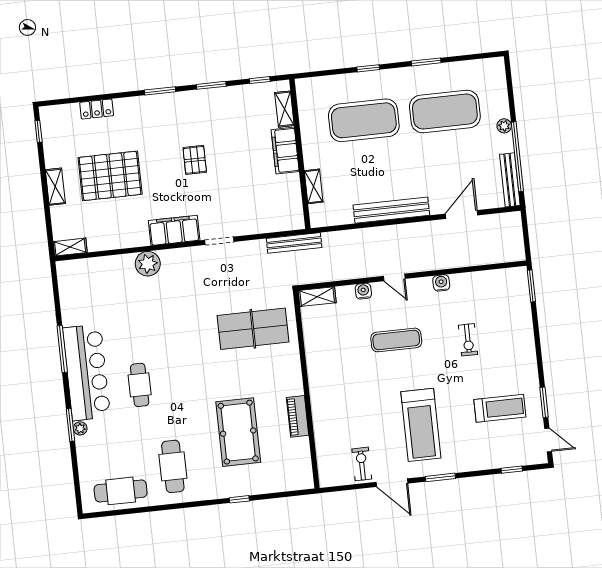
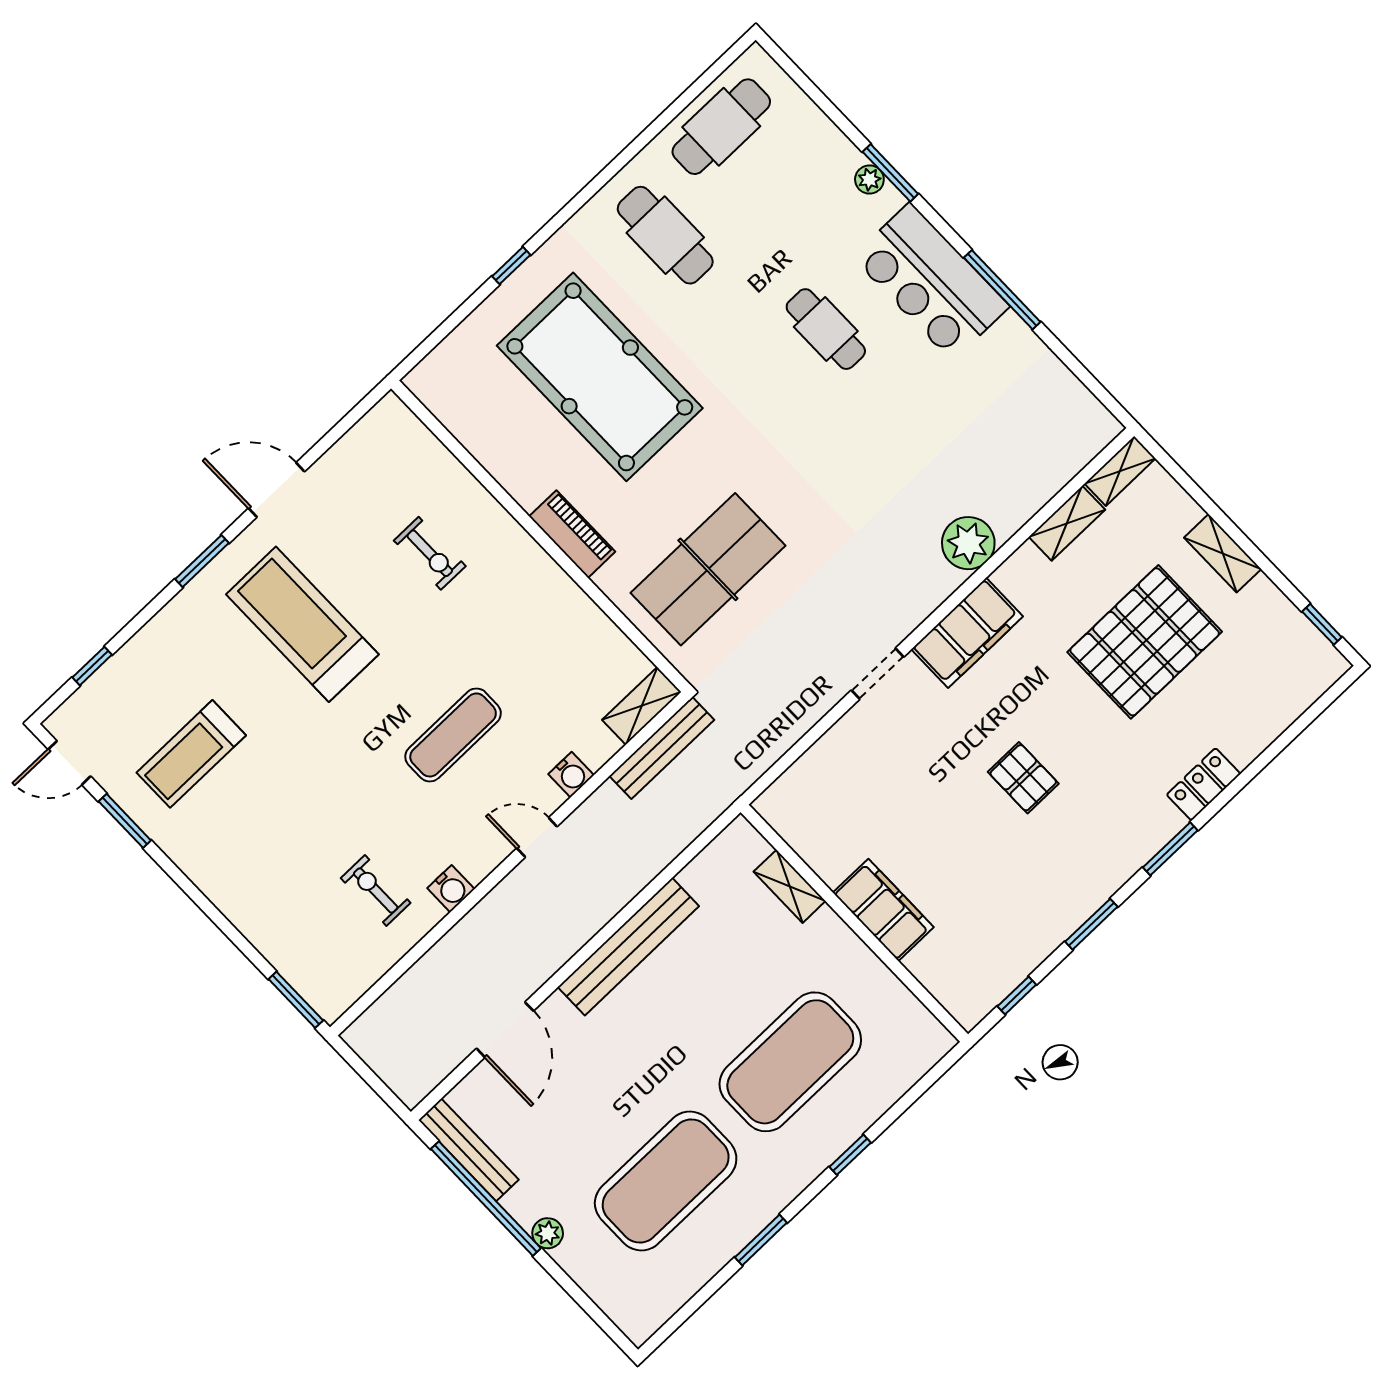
locker: (97, 109) -> (1204, 784), moved
shelving: (284, 109) -> (1067, 523), moved, turned 90
bench: (294, 243) -> (662, 748), moved
exercise bike: (468, 340) -> (376, 890), moved
bar counter: (87, 372) -> (931, 282), width x0.73
piano: (298, 416) -> (572, 534), moved
pool table: (238, 432) -> (600, 377), width x1.36, depth x1.32
exercise bike: (362, 464) -> (430, 553), moved

